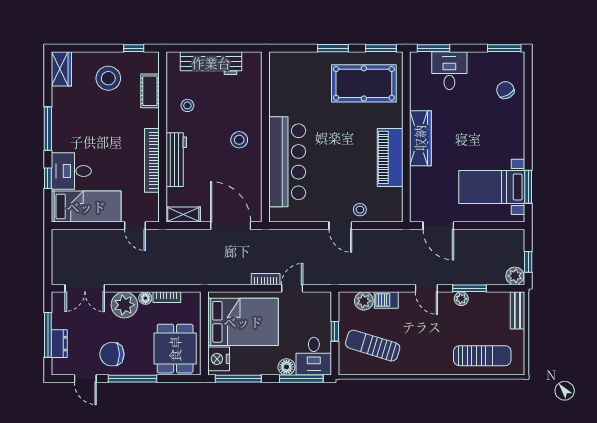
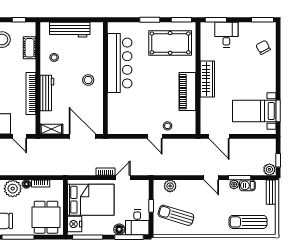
bar counter: (287, 162) -> (120, 63), moved
barbecue: (386, 300) -> (247, 185), moved
sun lounger: (482, 356) -> (248, 222), turned 180

